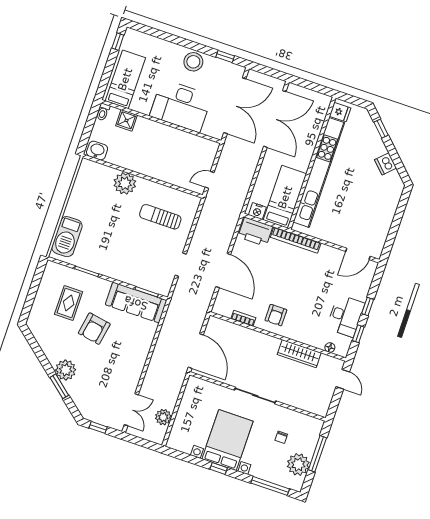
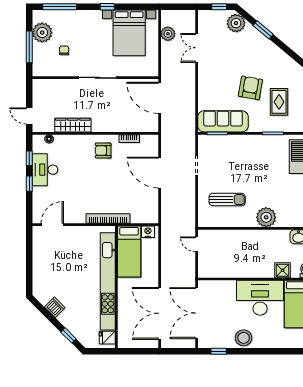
desk: (181, 106) -> (260, 298), moved
door: (210, 180) -> (197, 244), swing flipped
printer: (255, 232) -> (144, 214), removed
armchair: (276, 315) -> (103, 151), turned -90
plant: (66, 370) -> (236, 23), moved
double door: (131, 410) -> (197, 48), moved
bed with nightstands: (227, 440) -> (129, 33), moved

